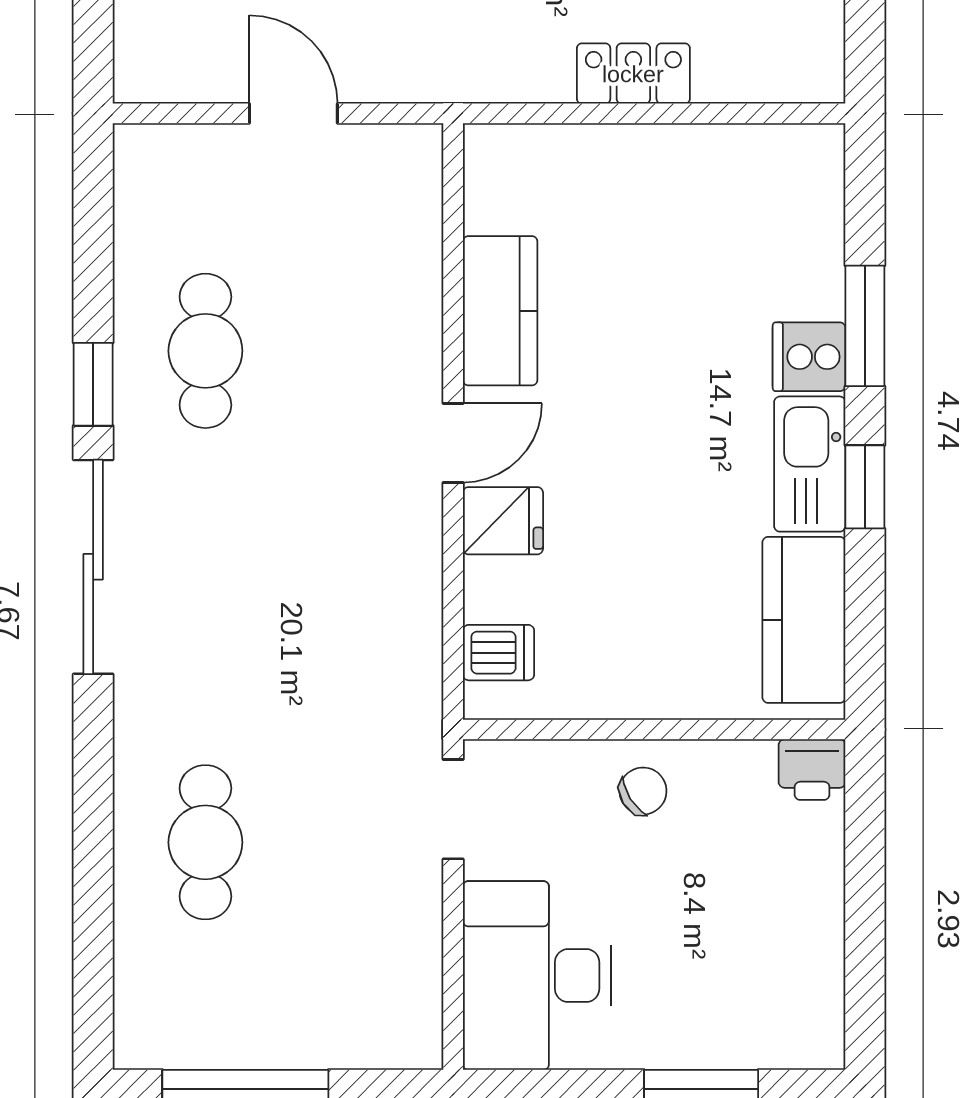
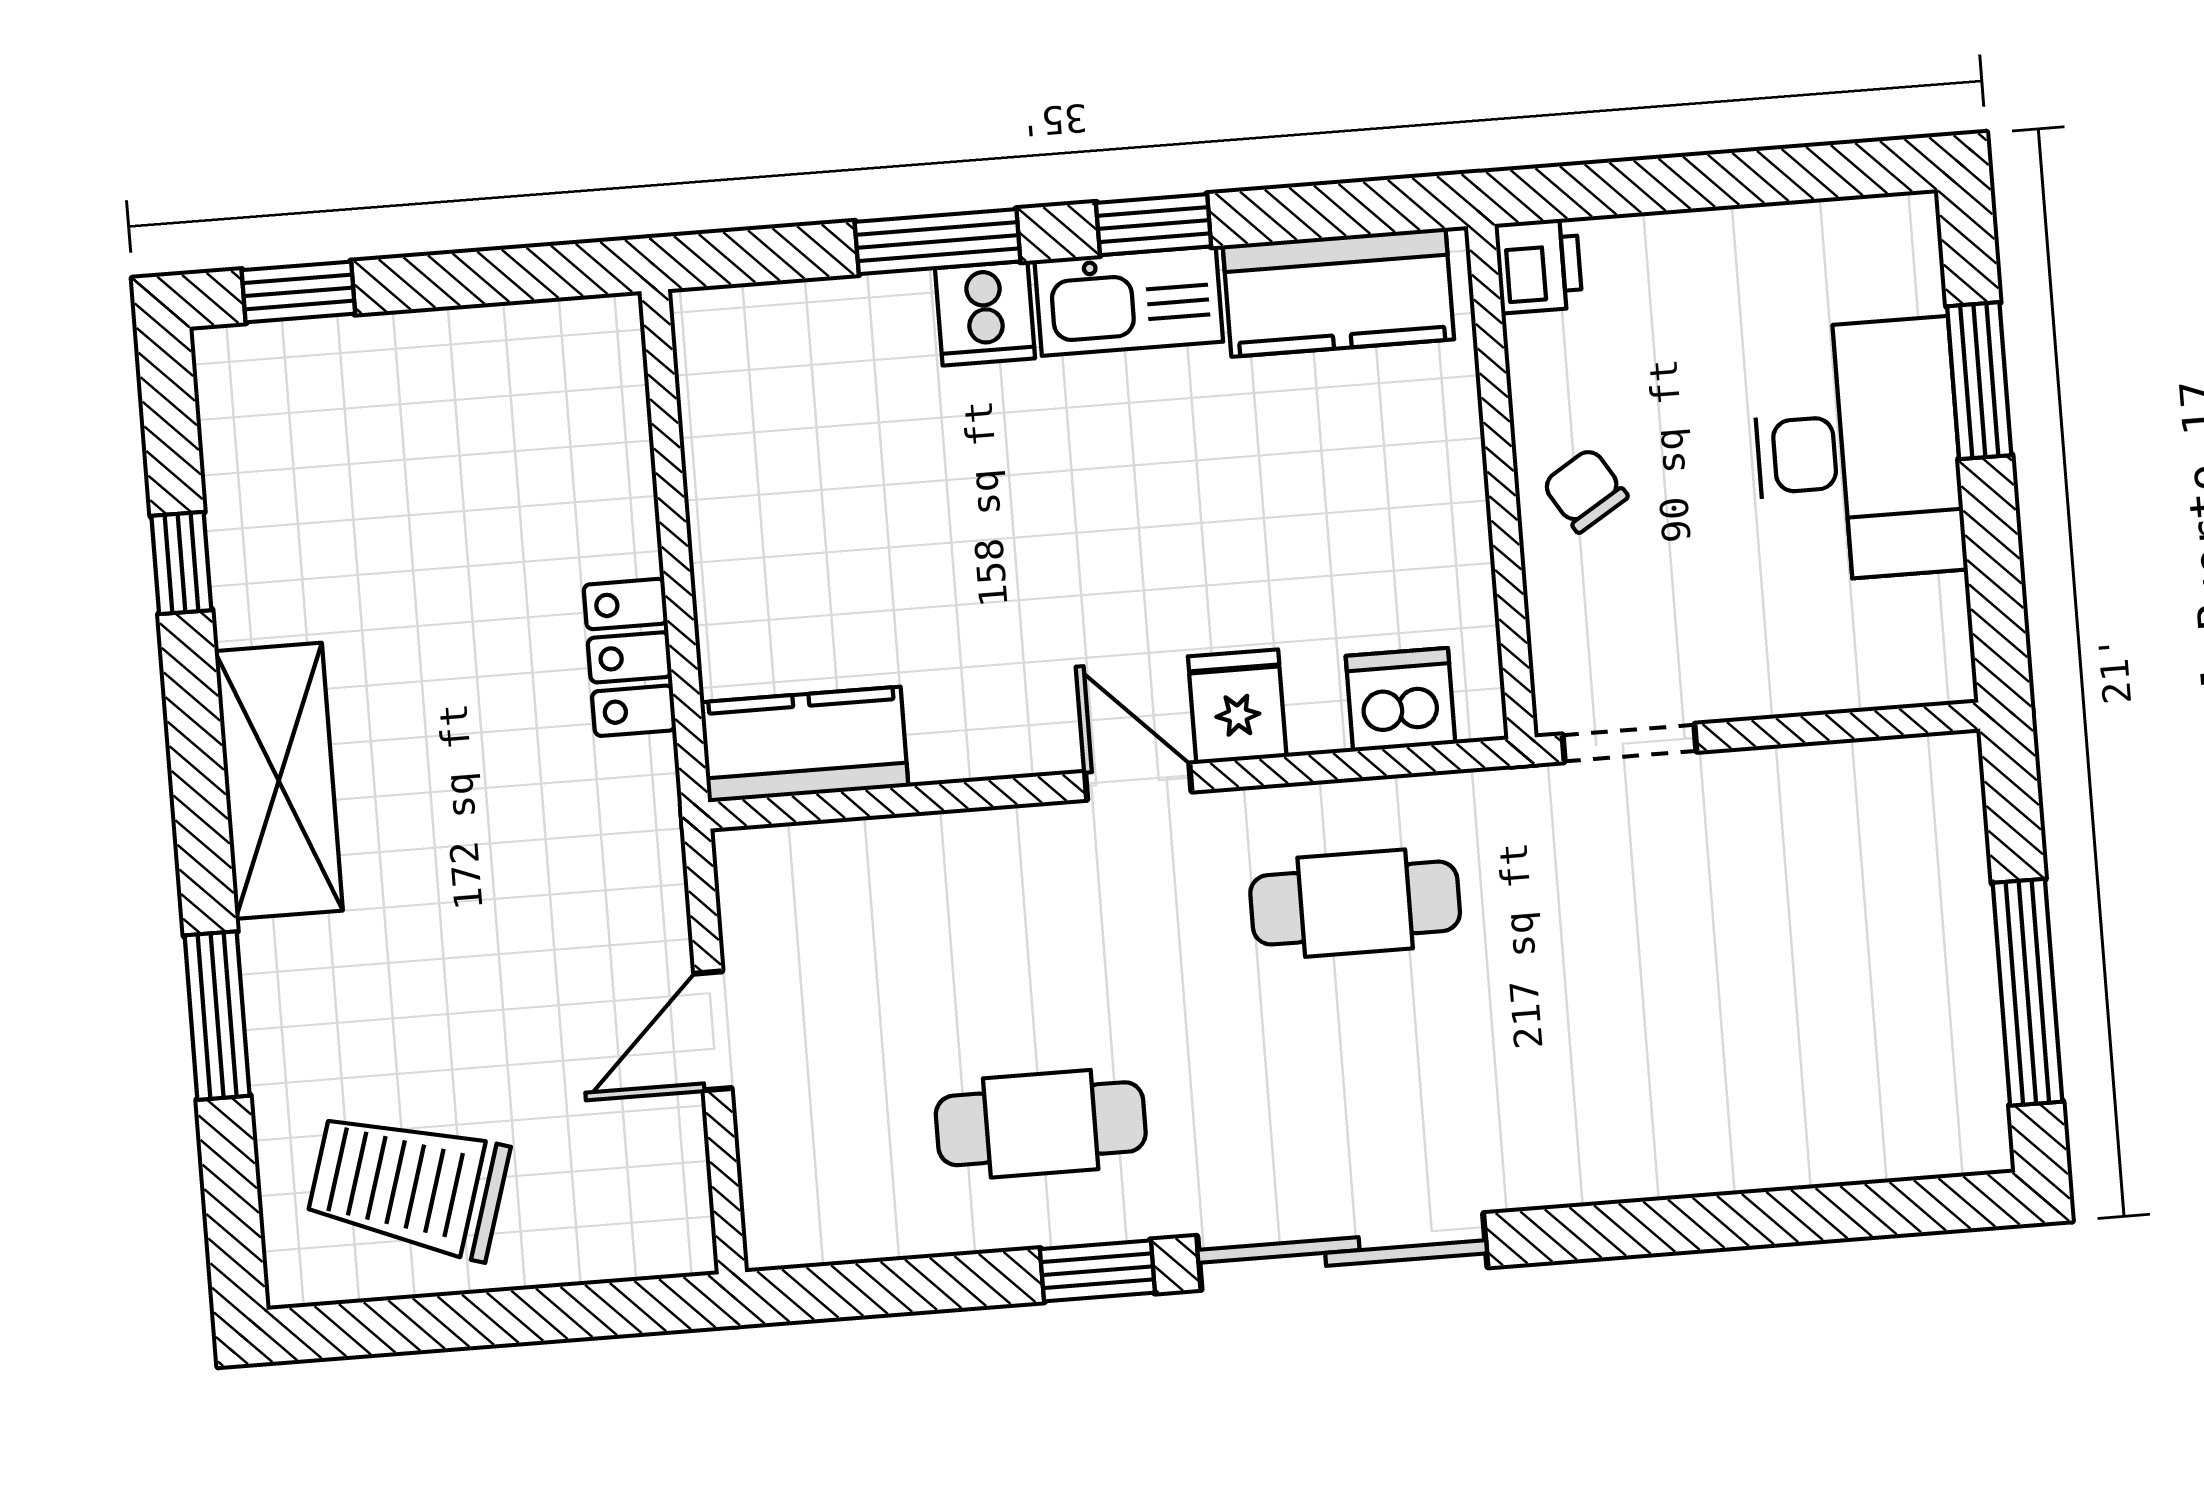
locker: (633, 74) -> (630, 657), moved
kitchen counter: (500, 311) -> (804, 744), moved
dishwasher: (498, 653) -> (1401, 700), width x1.38
cafe table: (205, 842) -> (1355, 903), moved
desk: (537, 976) -> (1858, 450), moved, turned -90

